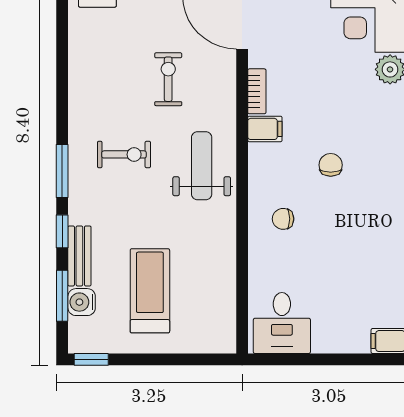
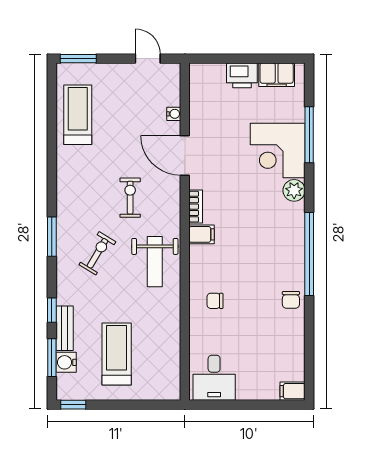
exercise bike: (124, 154) -> (97, 253), turned -59
chair: (331, 165) -> (291, 300), moved, turned 180
weight bench: (202, 166) -> (155, 262), turned 180
window: (62, 171) -> (52, 237), moved

